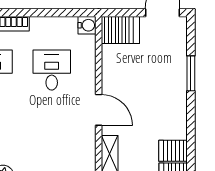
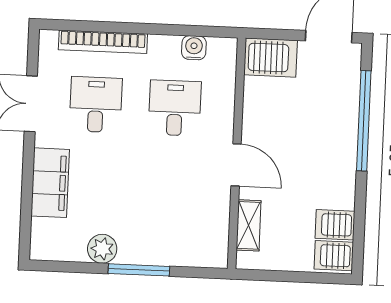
water cooler: (87, 25) -> (194, 48), moved, turned -90
window: (191, 73) -> (364, 121), width x2.11

